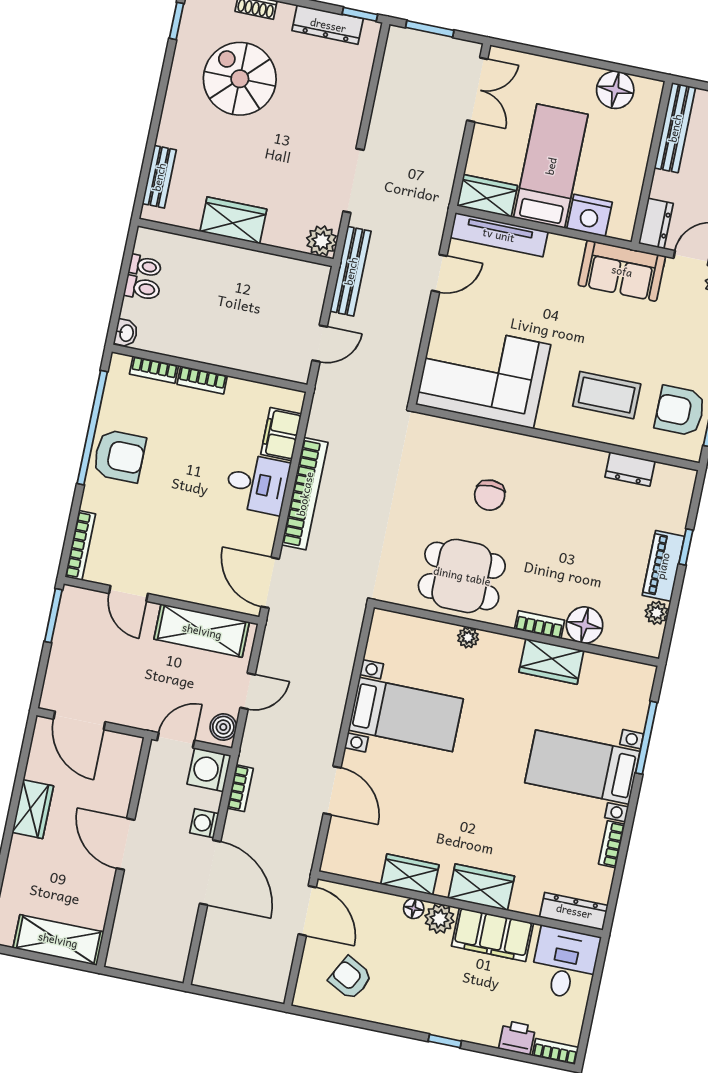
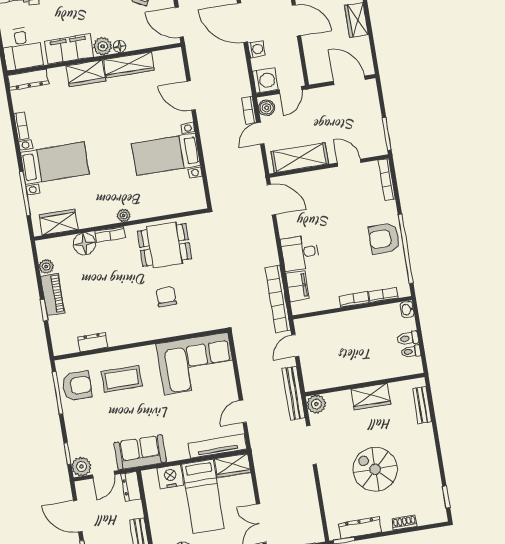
spiral stairs: (240, 79) -> (375, 469), moved, turned 180
bookcase: (305, 494) -> (278, 299), moved
plant: (468, 637) -> (124, 216), moved
wardrobe: (551, 661) -> (59, 222), moved
bookcase: (240, 788) -> (249, 110), moved
wardrobe: (410, 875) -> (129, 65), width x1.50

